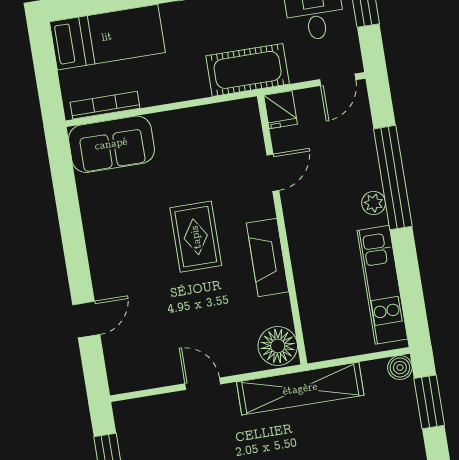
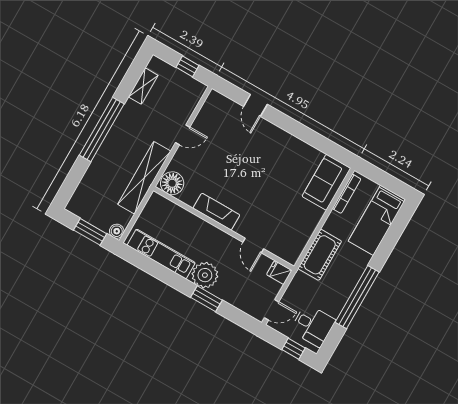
cot: (248, 70) -> (320, 255), moved
door: (338, 80) -> (272, 310), swing flipped
window: (393, 178) -> (206, 299), width x0.47
plant: (374, 203) -> (205, 275), width x1.88, depth x1.88
rug: (196, 237) -> (253, 186), removed

